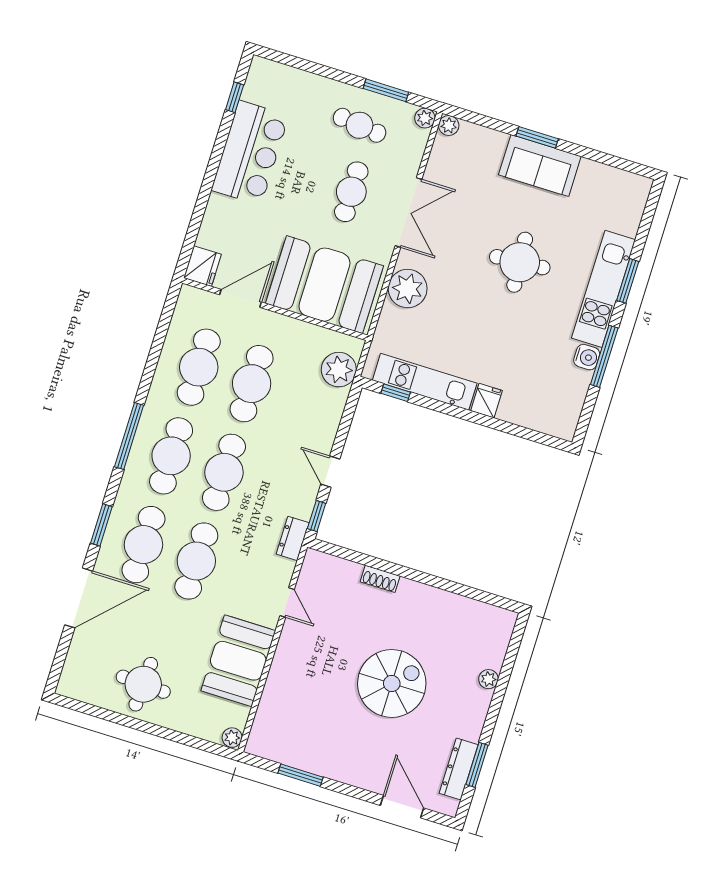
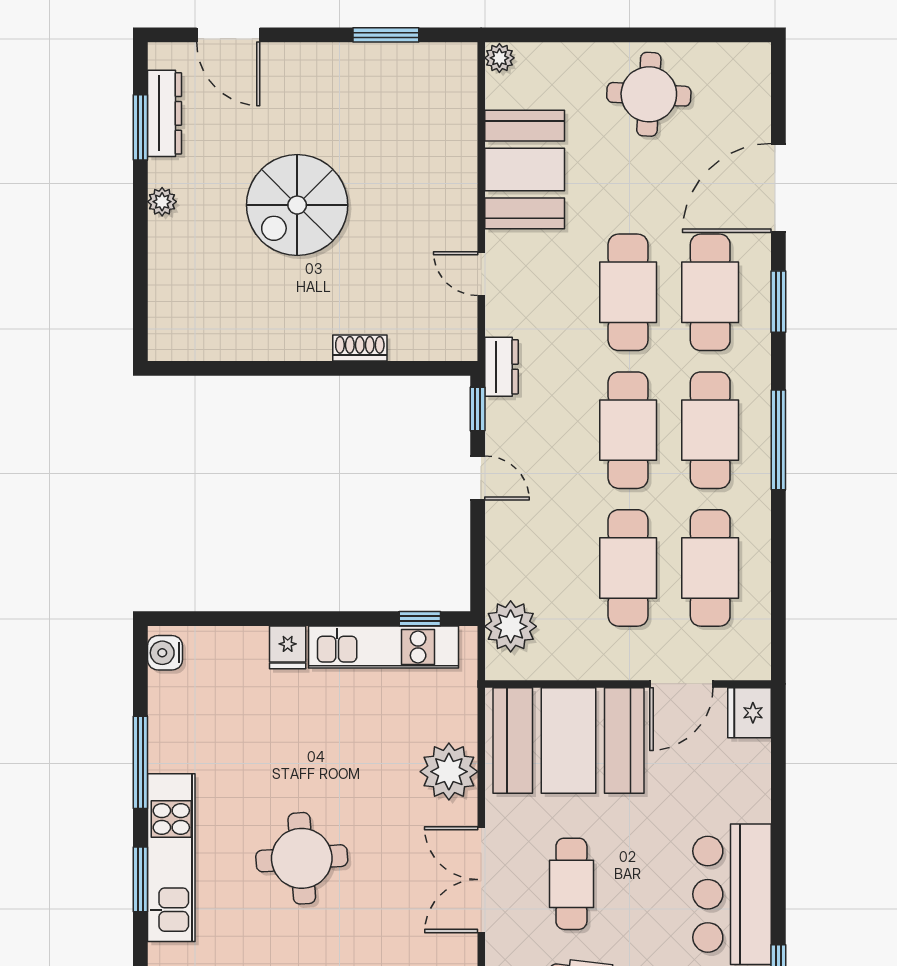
water cooler: (587, 357) -> (165, 653), moved
plant: (488, 679) -> (162, 202), moved

